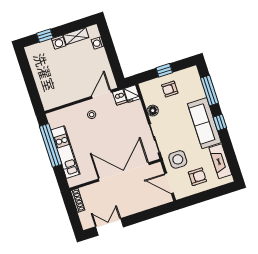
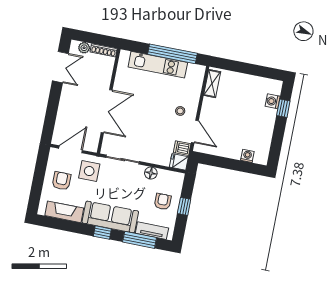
shelving: (76, 36) -> (212, 84), moved
washing machine: (59, 42) -> (273, 101), moved
tv unit: (197, 85) -> (152, 231), added
double door: (124, 172) -> (107, 111), width x0.73
armchair: (197, 177) -> (62, 181), turned 180
plant: (84, 217) -> (84, 48), added

